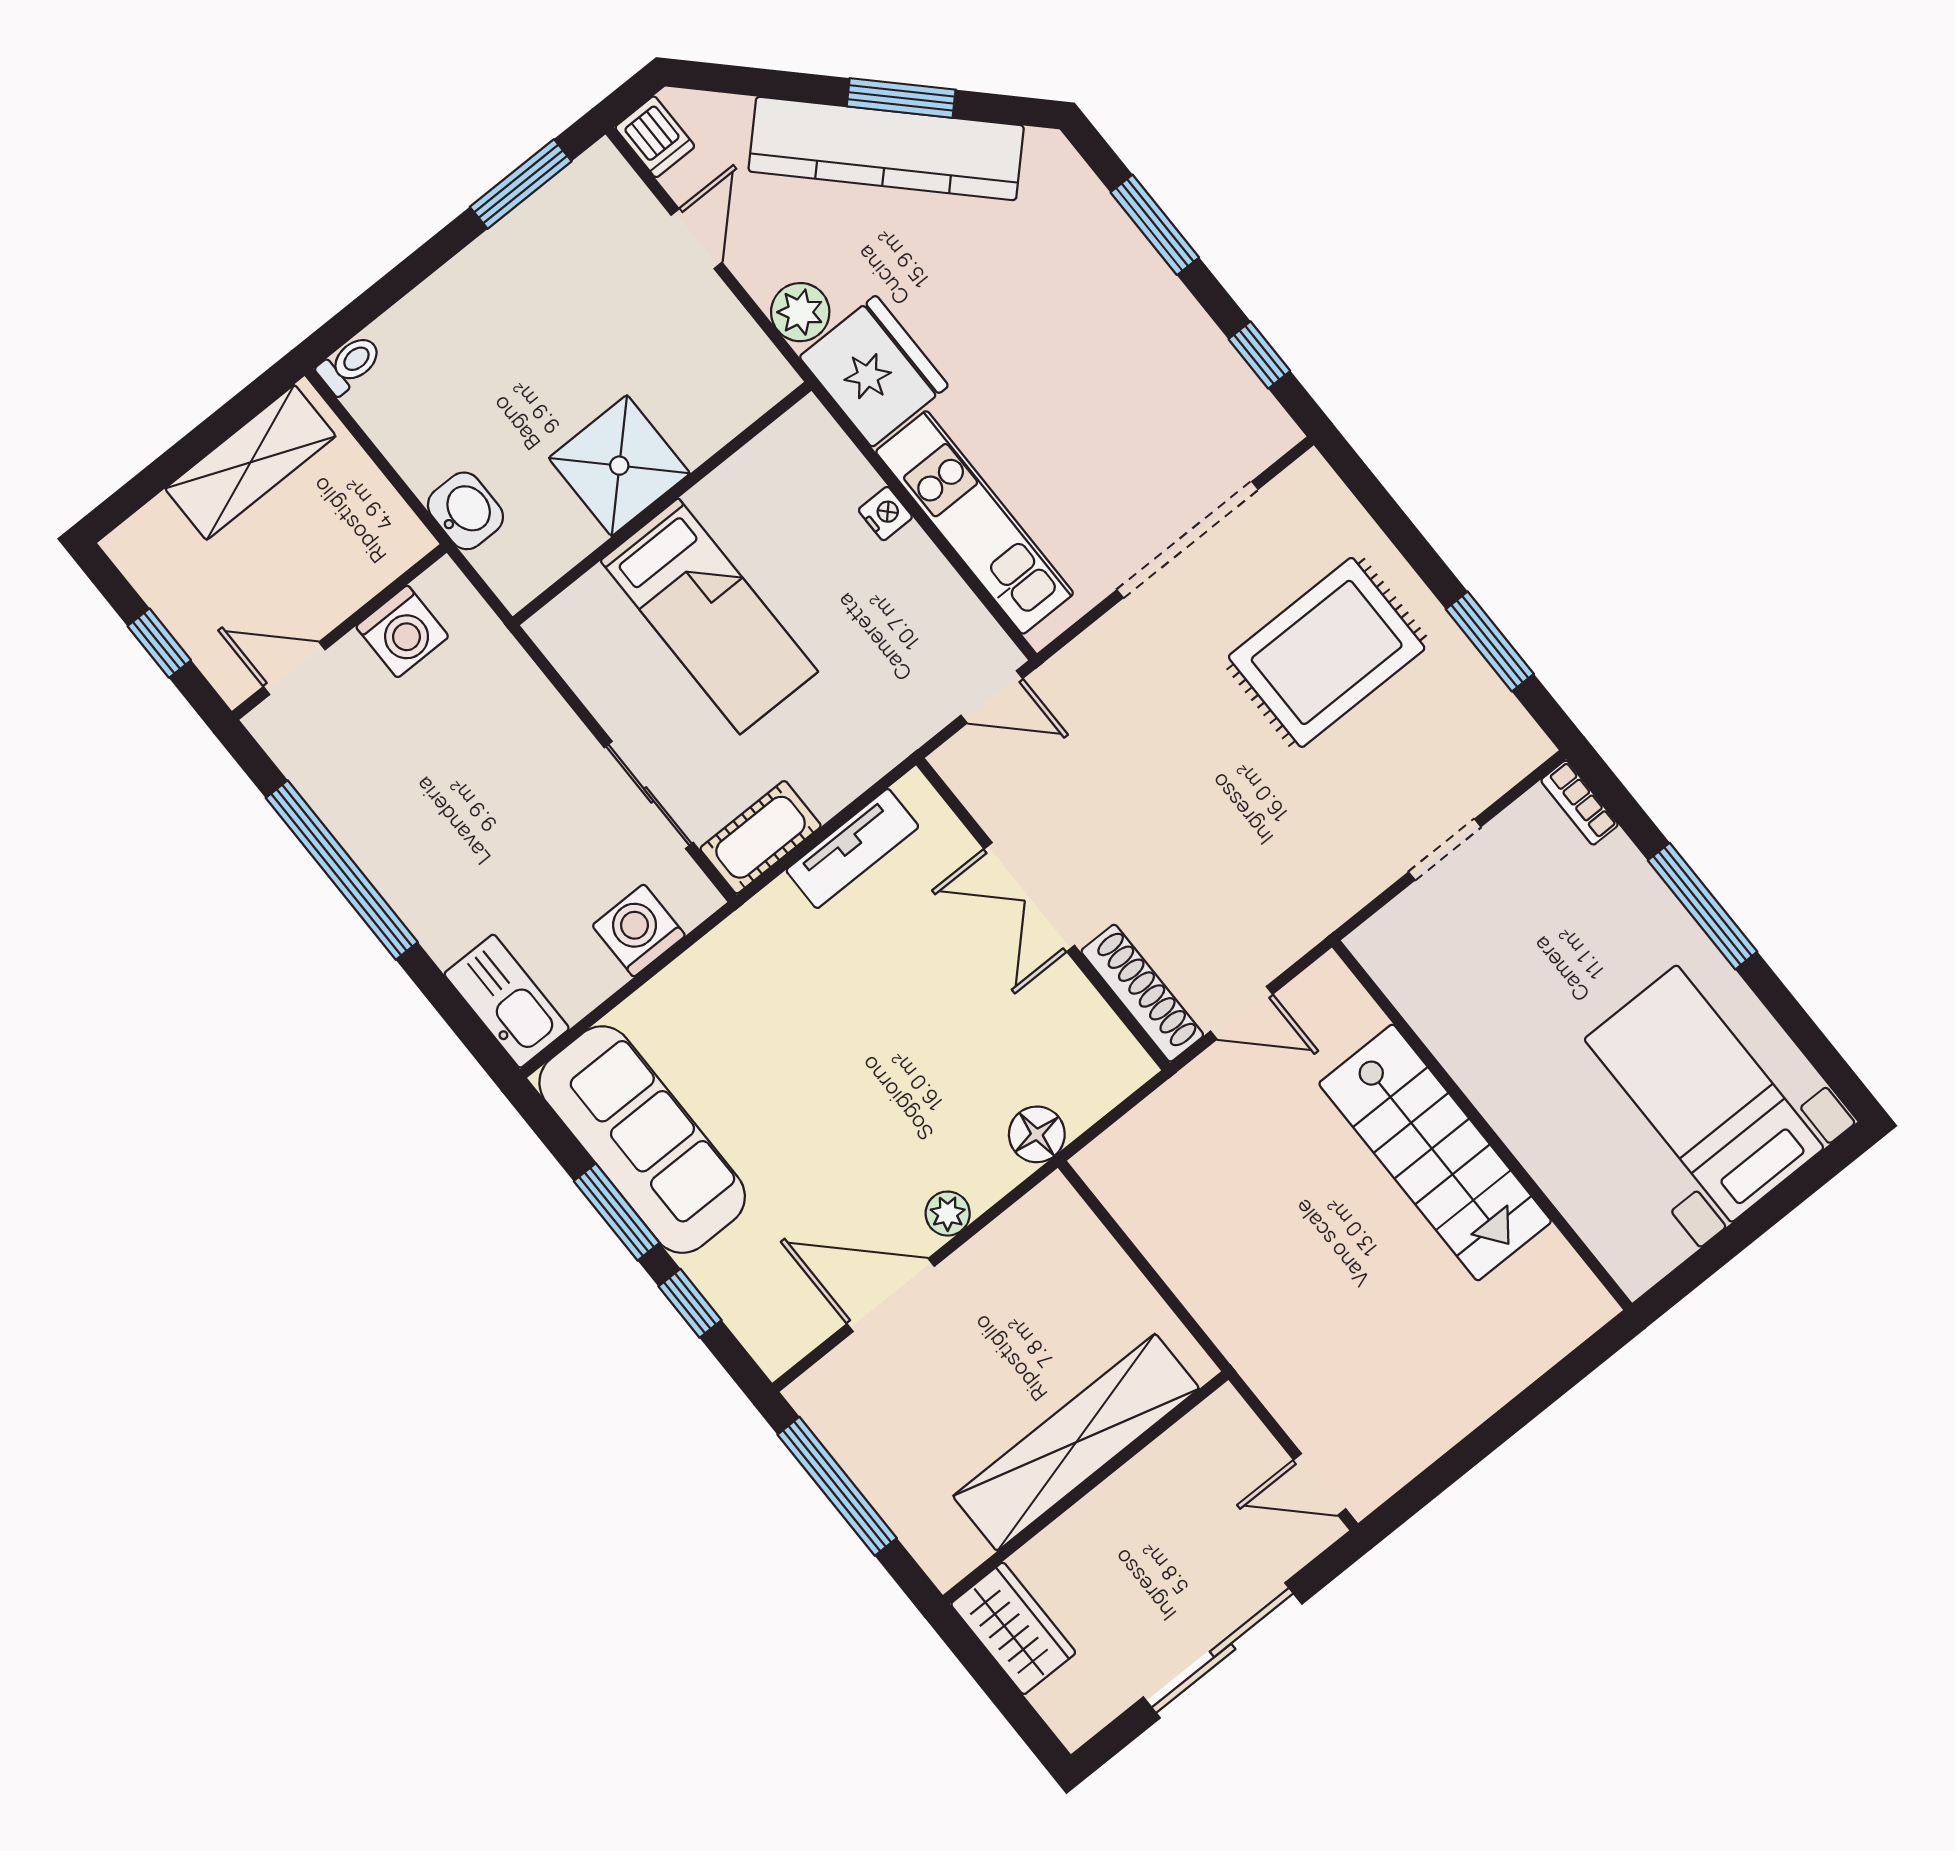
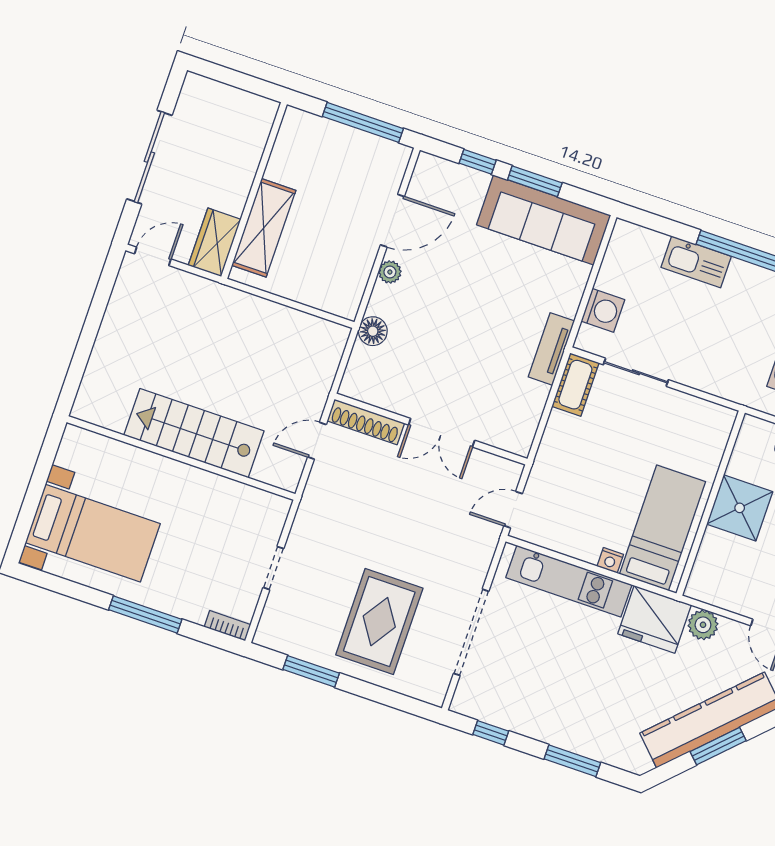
bed: (709, 616) -> (662, 528), moved, turned 90
tv unit: (852, 849) -> (551, 349), moved
double door: (1029, 897) -> (442, 433), swing flipped
kitchen sink: (507, 1001) -> (696, 262), moved
shelving: (1076, 1442) -> (264, 228), width x0.68
wardrobe: (1013, 1628) -> (215, 242), moved, turned 90

